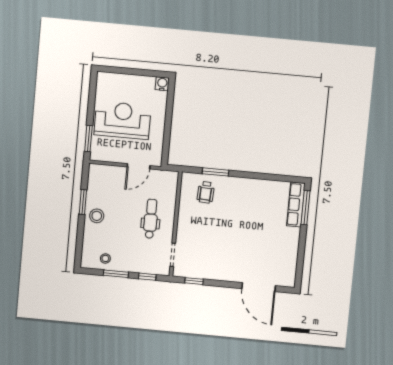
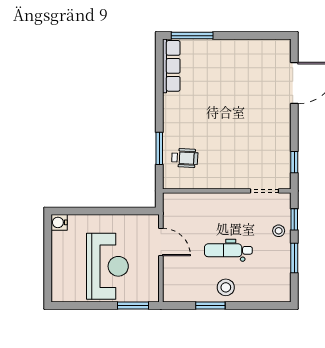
reception desk: (123, 120) -> (107, 266), turned 180
row of seats: (296, 204) -> (171, 66), moved, turned -90
dental chair: (151, 219) -> (228, 250), moved
stool: (105, 258) -> (279, 231), moved

